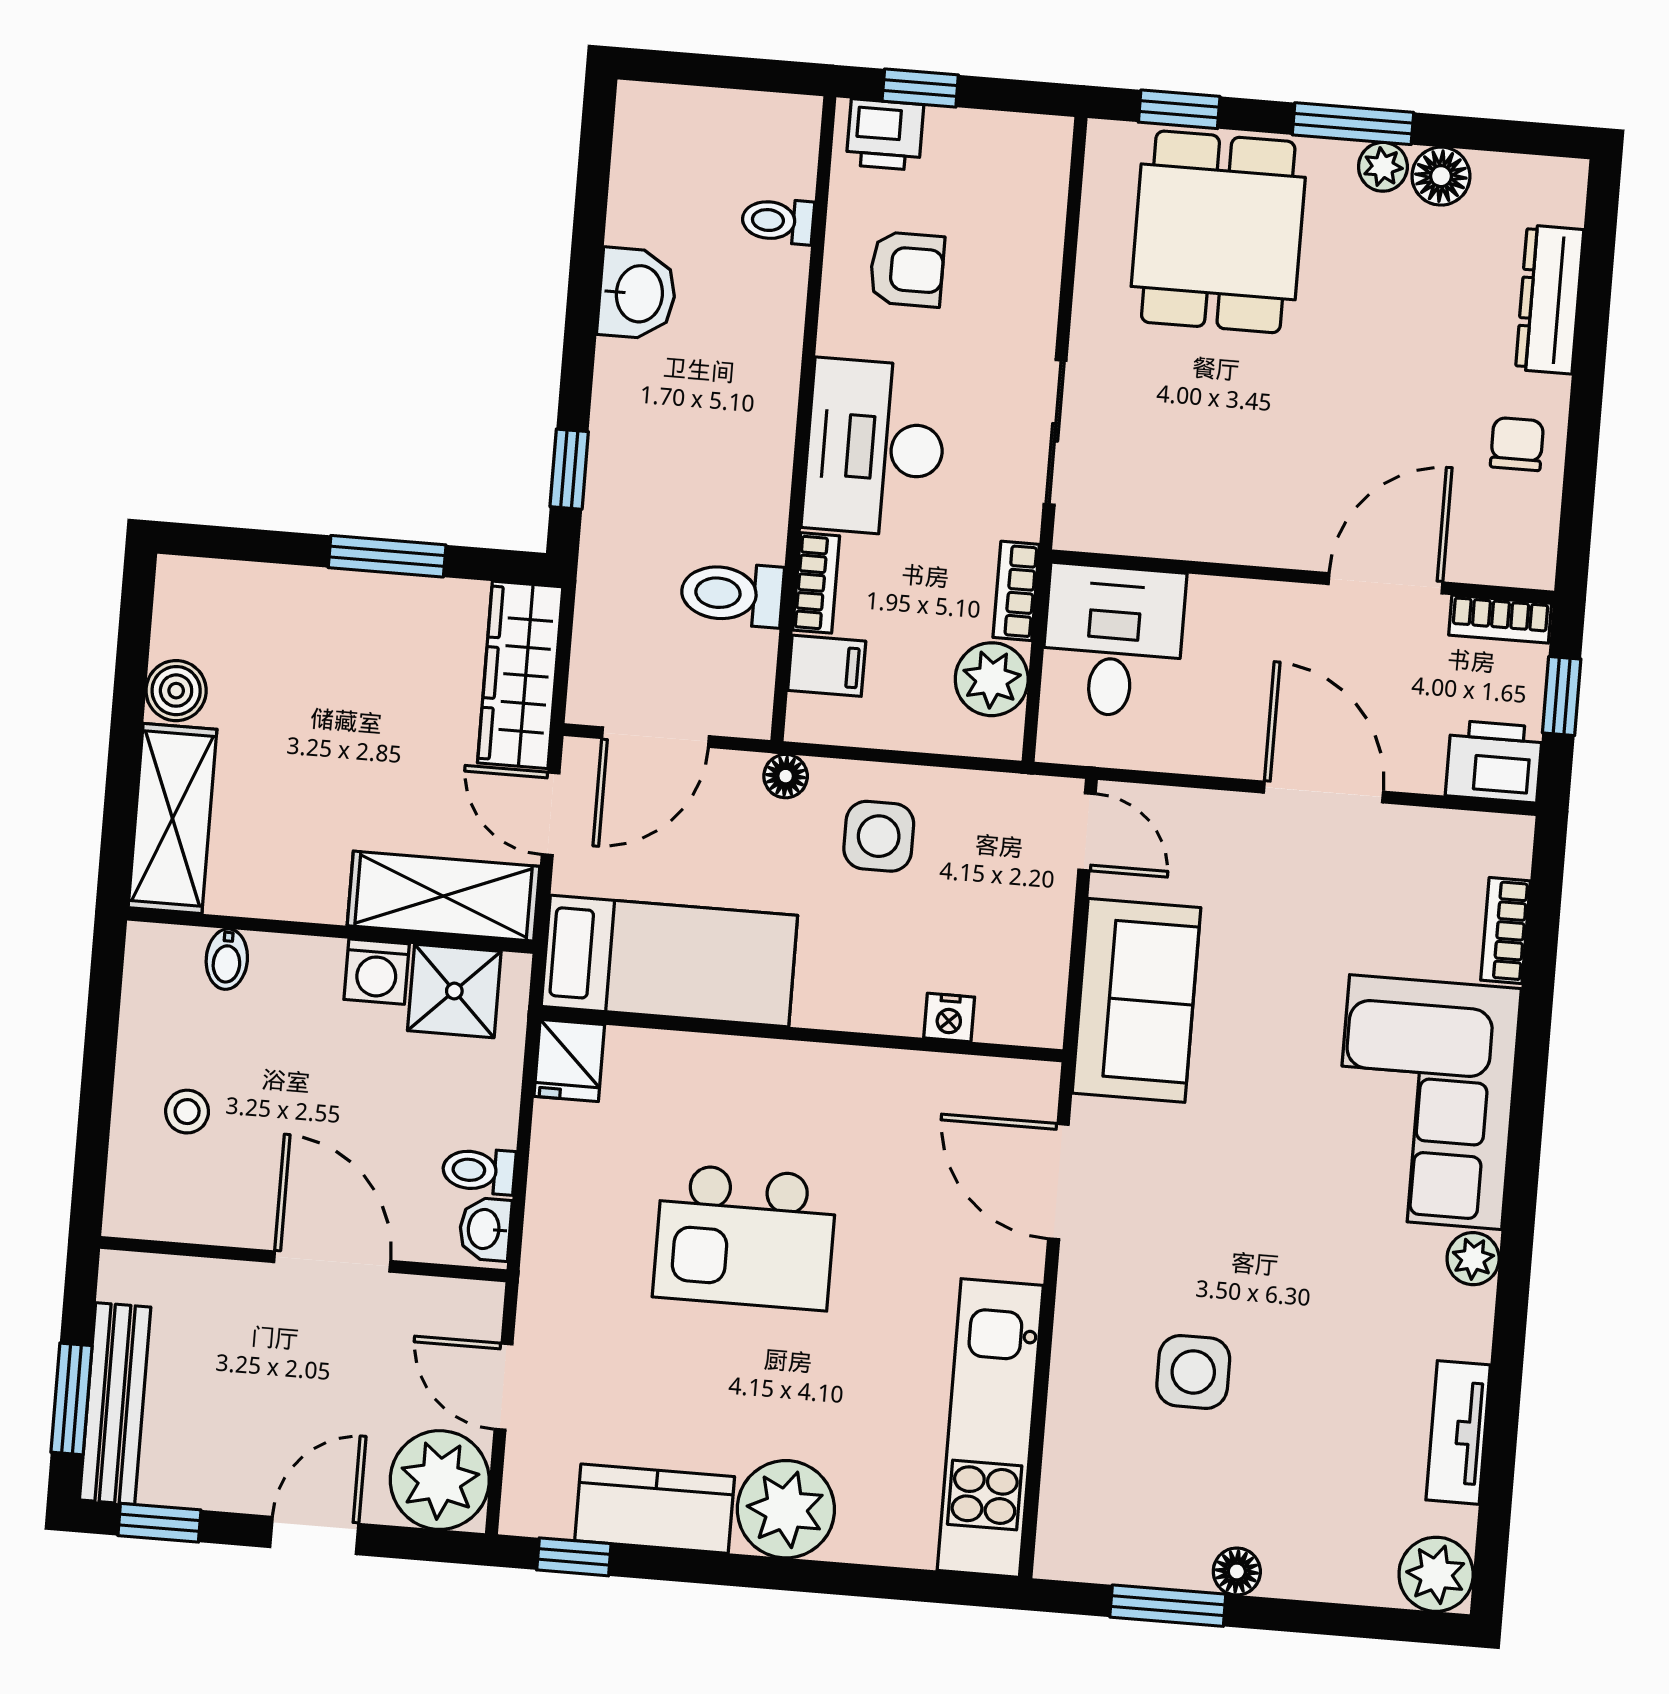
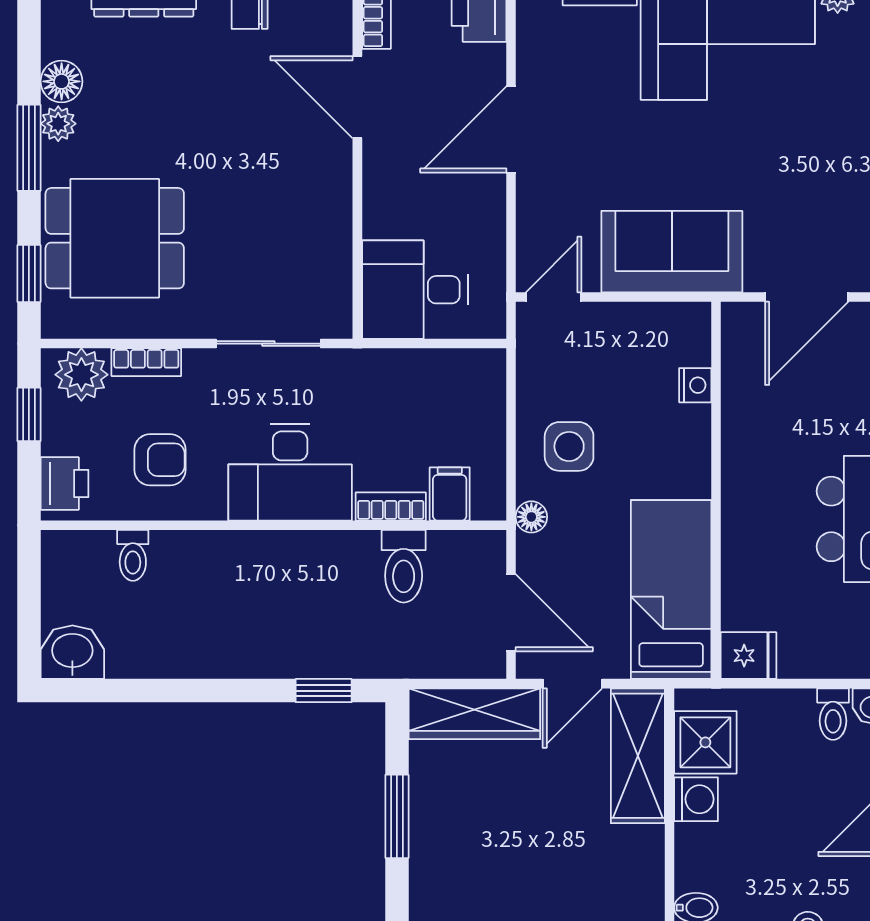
window: (920, 88) -> (29, 414), moved
armchair: (907, 269) -> (160, 460), turned 90
washbasin: (637, 294) -> (72, 652), moved
bookcase: (1016, 591) -> (146, 362), moved
plant: (992, 679) -> (81, 375), moved

